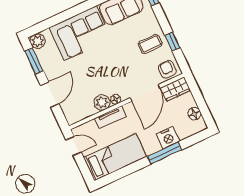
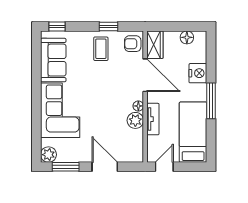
window: (165, 153) -> (211, 101), moved

